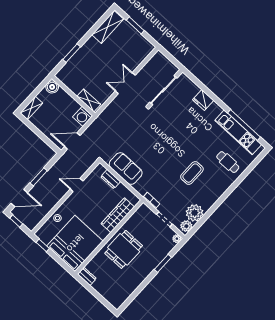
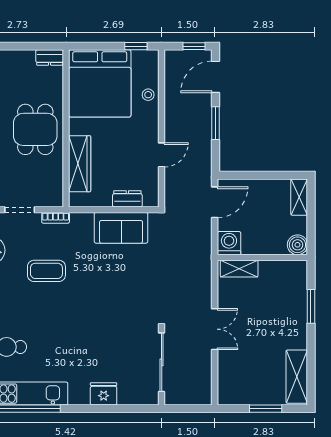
coffee table: (192, 173) -> (46, 271), moved, turned 90

